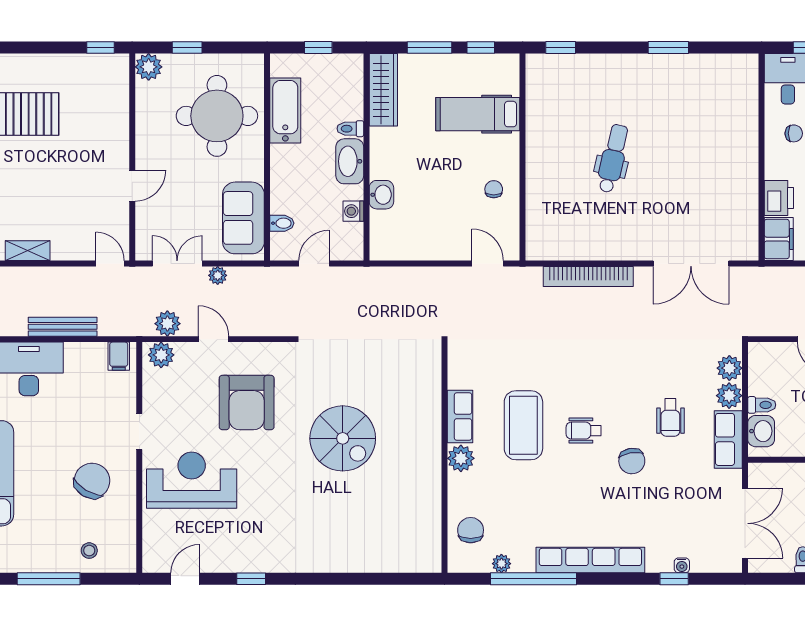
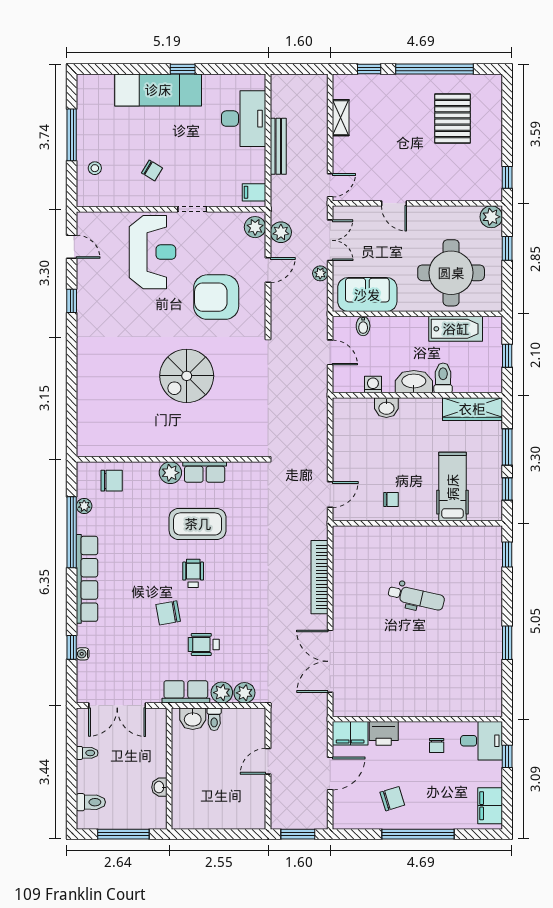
toilet: (350, 129) -> (443, 378), width x1.37, depth x1.39
chair: (92, 481) -> (152, 170), width x0.54, depth x0.54

